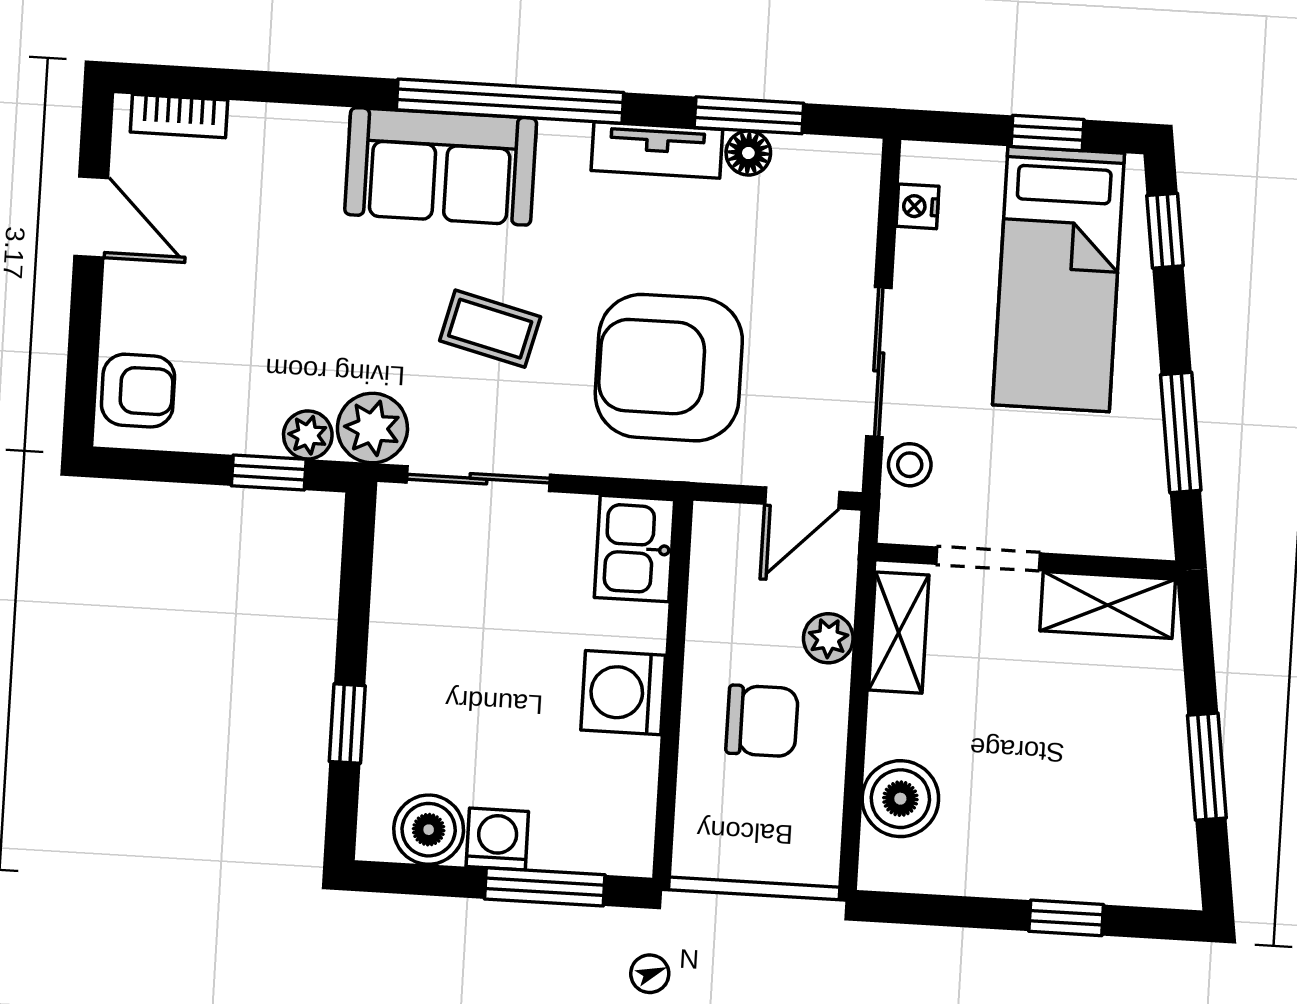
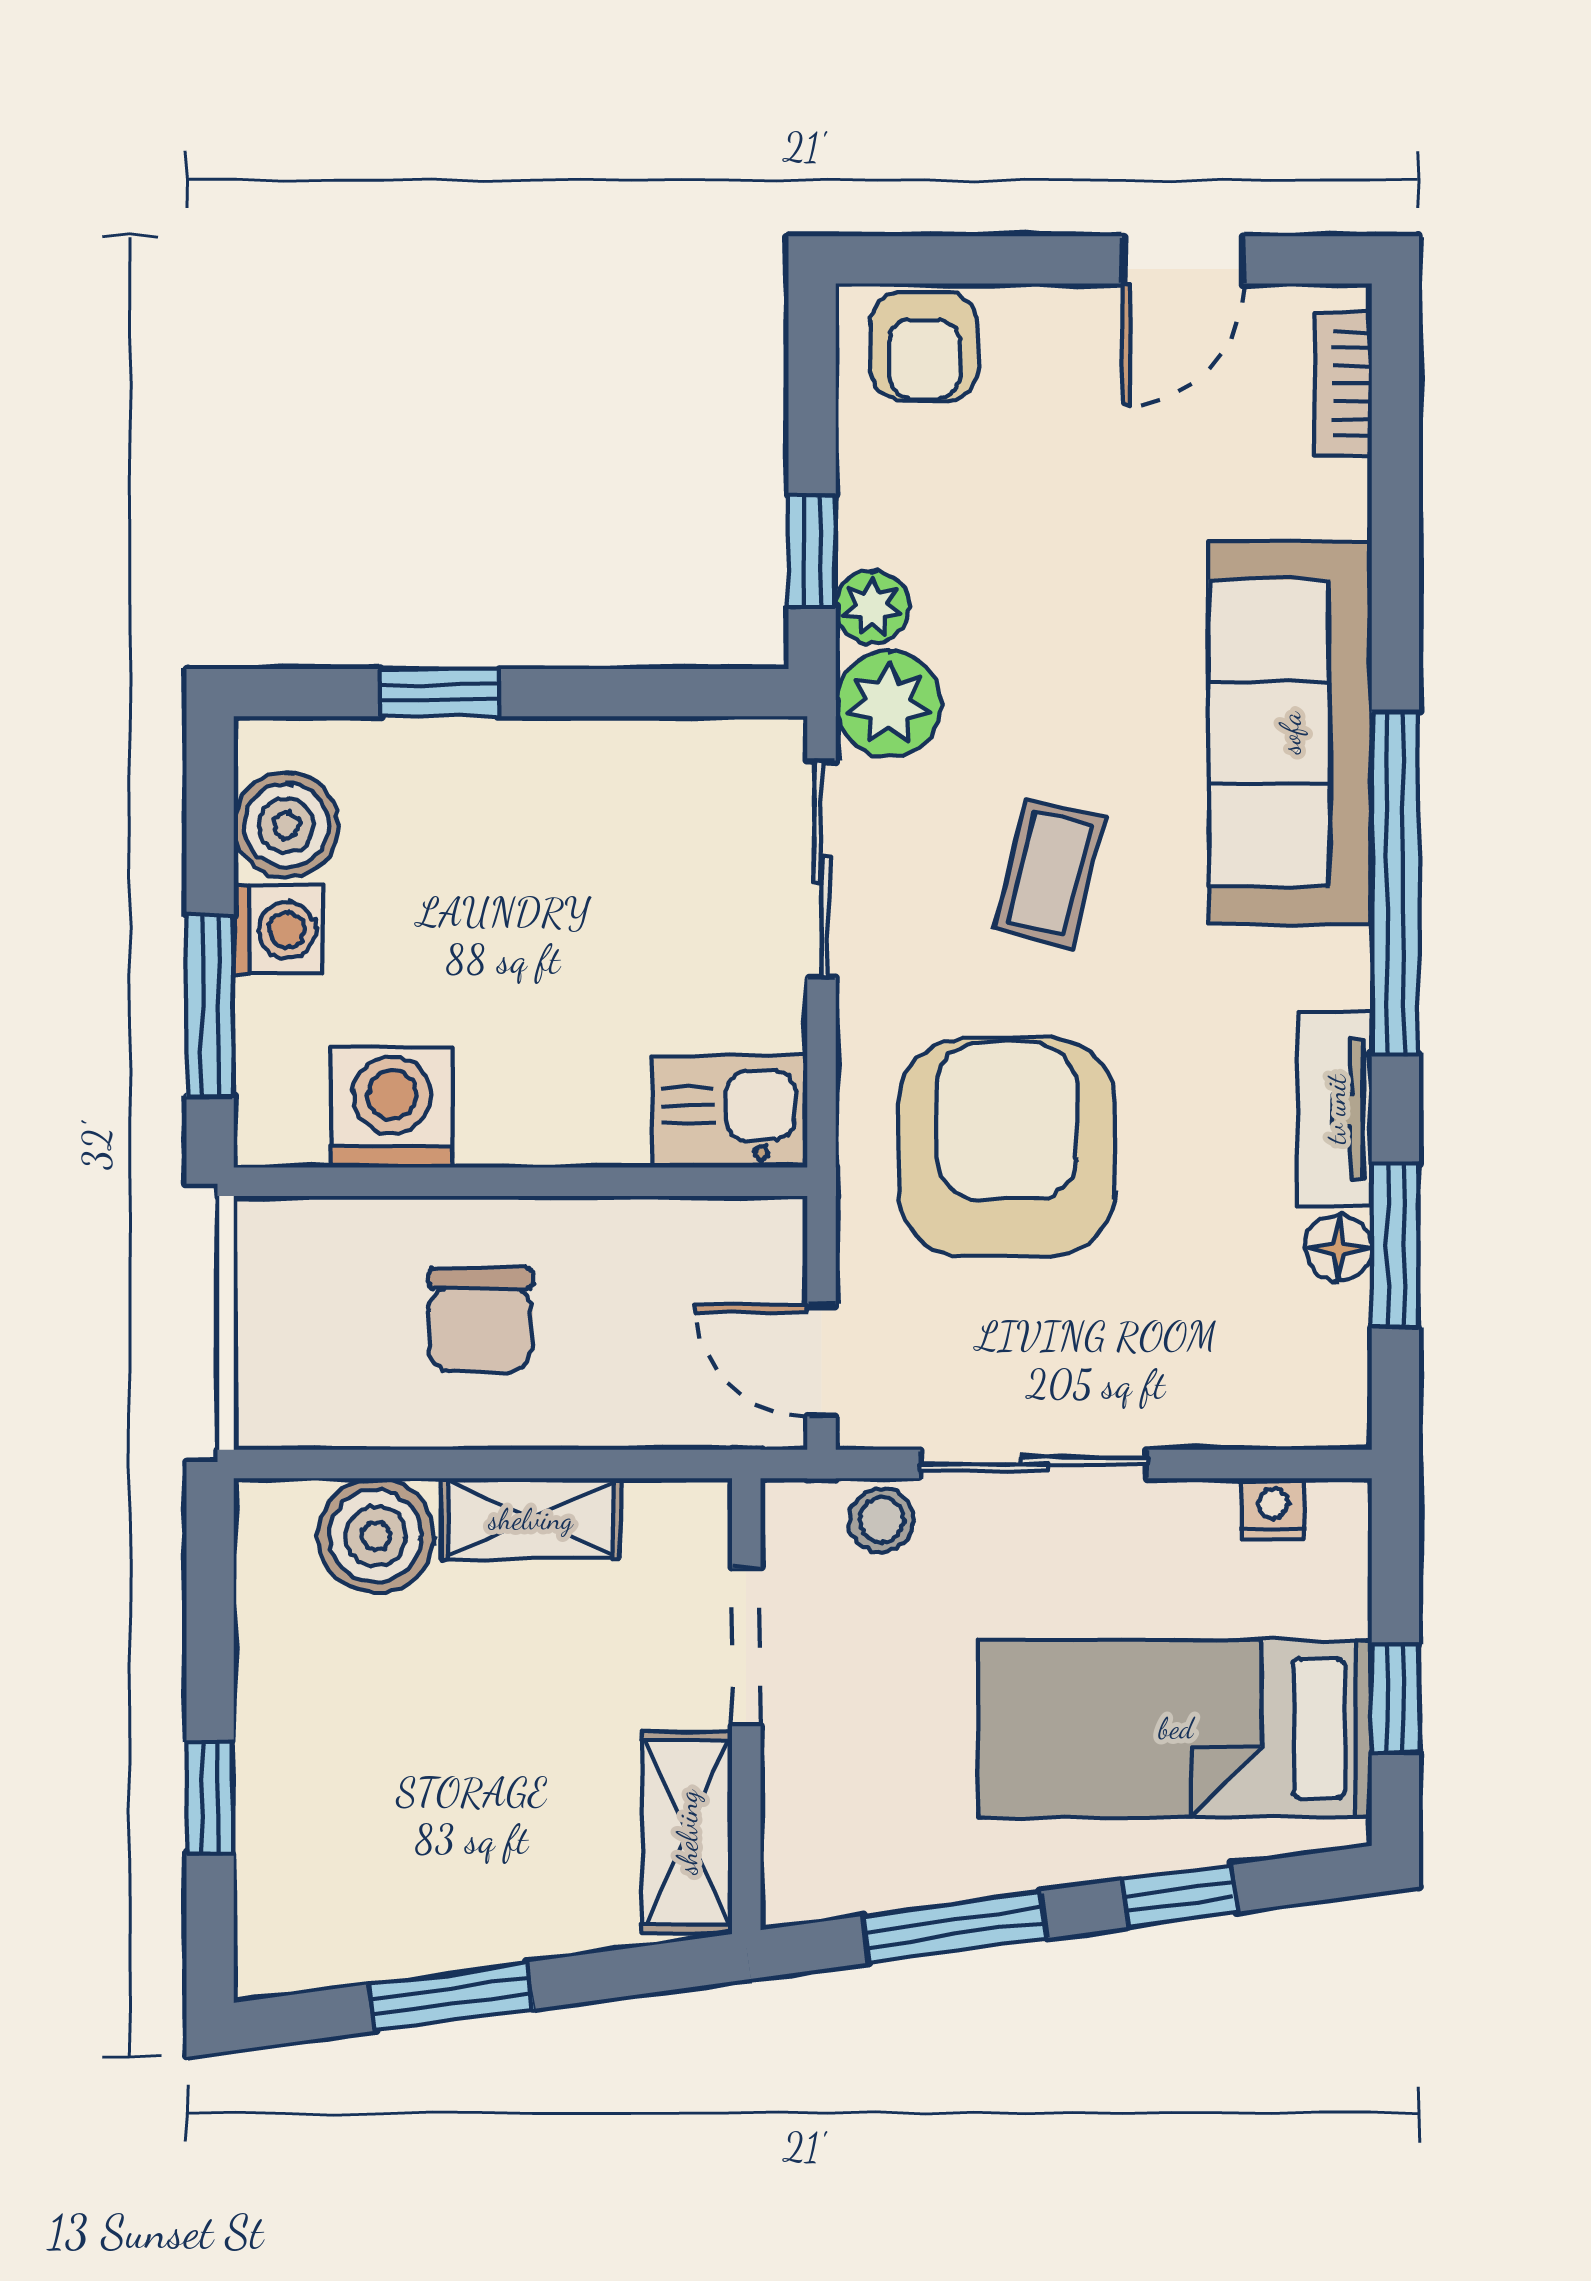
sofa: (441, 166) -> (1290, 733), width x1.36
window: (1165, 231) -> (1179, 1896), moved
shelving: (899, 633) -> (531, 1519), moved
plant: (828, 638) -> (612, 1412), removed
washing machine: (623, 693) -> (392, 1107), moved

